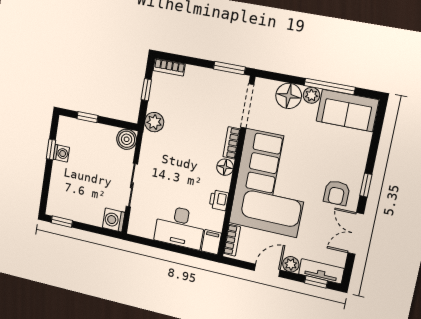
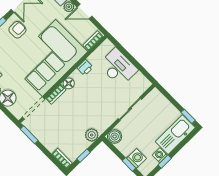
kitchen sink: (61, 190) -> (175, 135), added
washing machine: (114, 220) -> (136, 158), moved, turned -90
filing cabinet: (211, 242) -> (106, 47), removed

